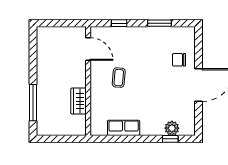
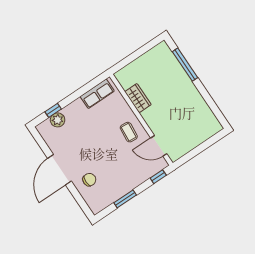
door: (88, 49) -> (159, 146), moved
wall: (88, 81) -> (141, 120), moved
wardrobe: (79, 101) -> (138, 98), moved

